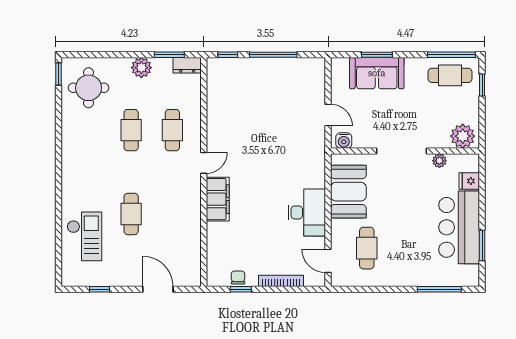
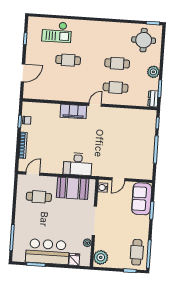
sofa: (377, 73) -> (142, 199), moved
door: (204, 163) -> (95, 105), swing flipped
desk: (307, 212) -> (78, 164), moved

